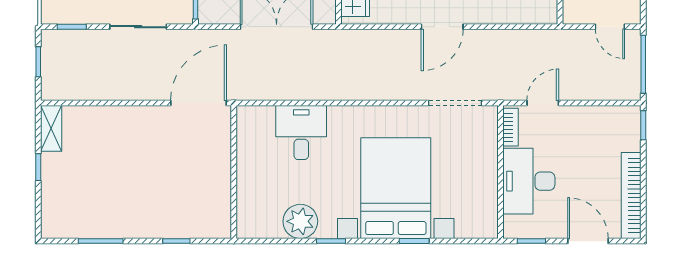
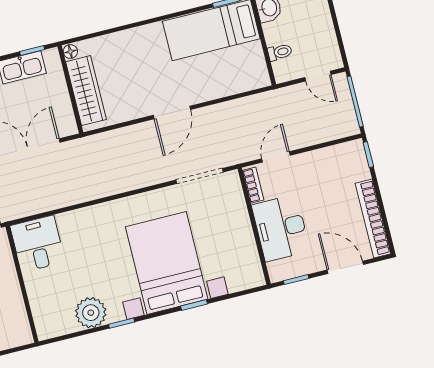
desk: (301, 133) -> (38, 244), moved

